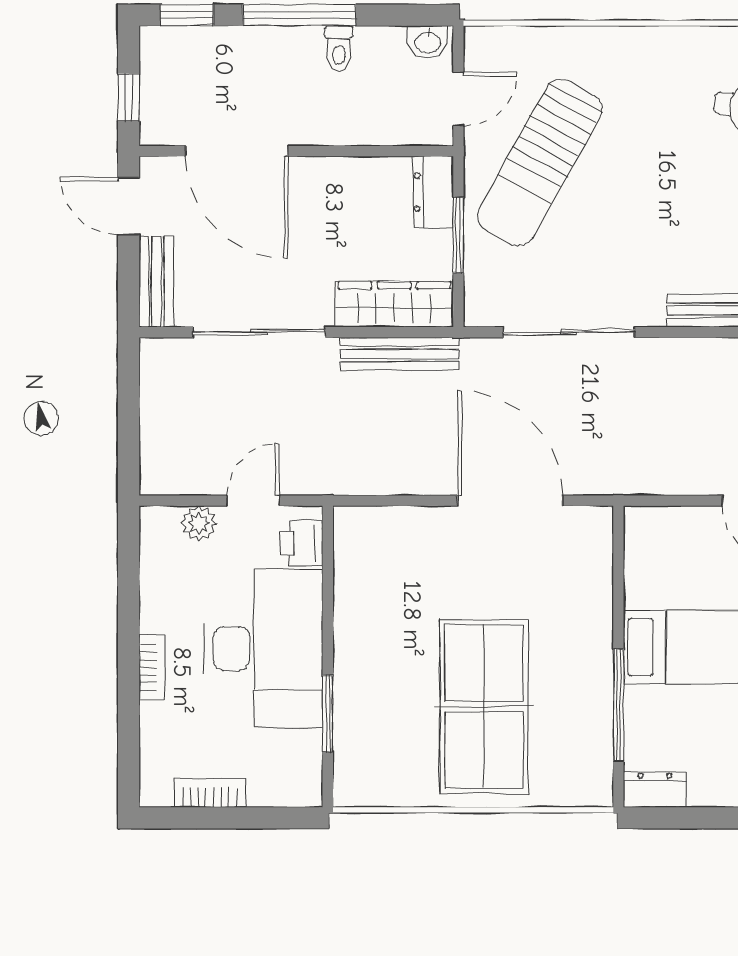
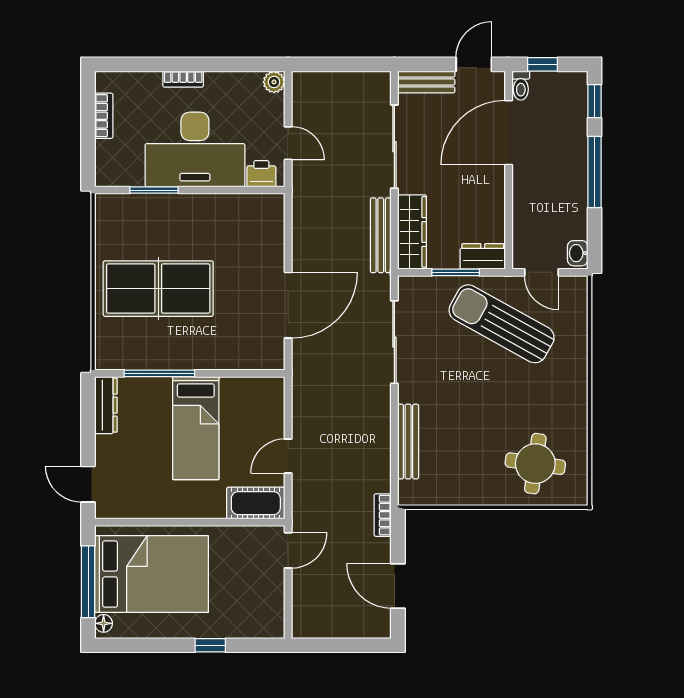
toilet: (339, 49) -> (521, 86), moved, turned -90
plant: (199, 523) -> (274, 82), moved
dresser: (655, 790) -> (106, 405), width x1.44

